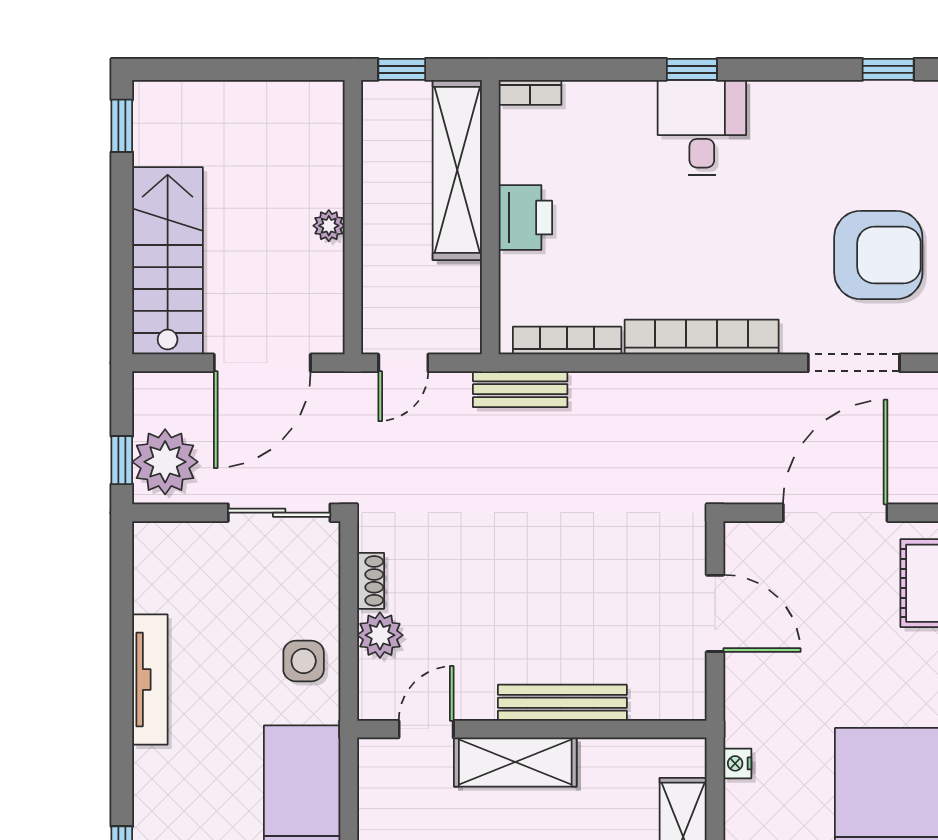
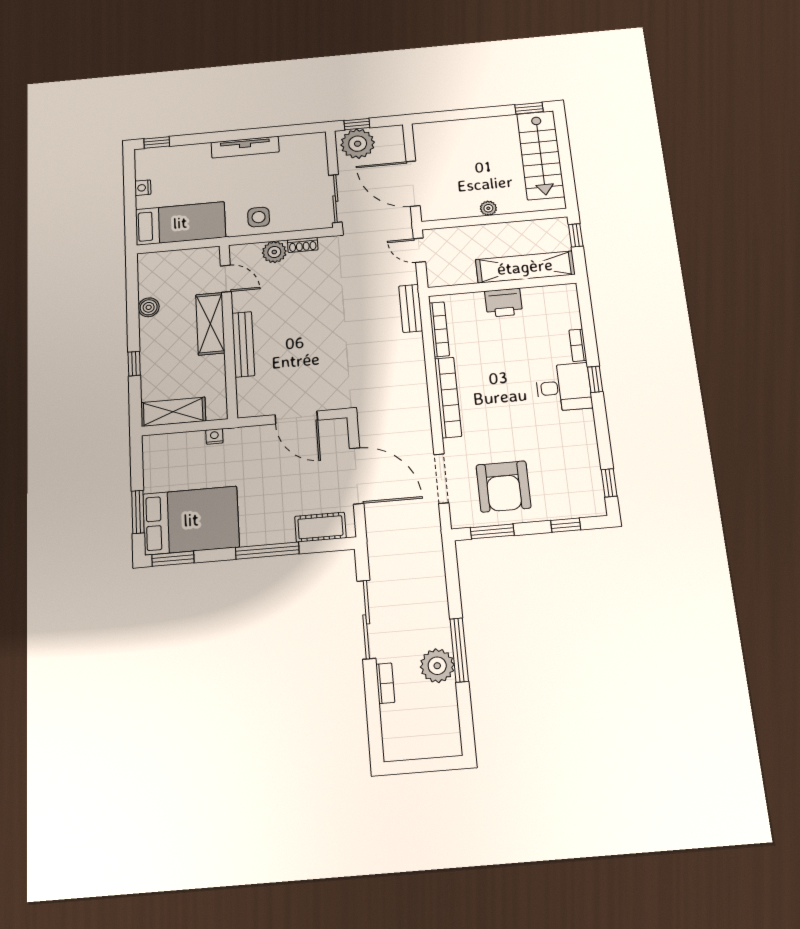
bookcase: (530, 92) -> (578, 345), moved
stairs: (168, 261) -> (541, 155), moved, turned 90
door: (715, 613) -> (296, 418), hinge flipped

